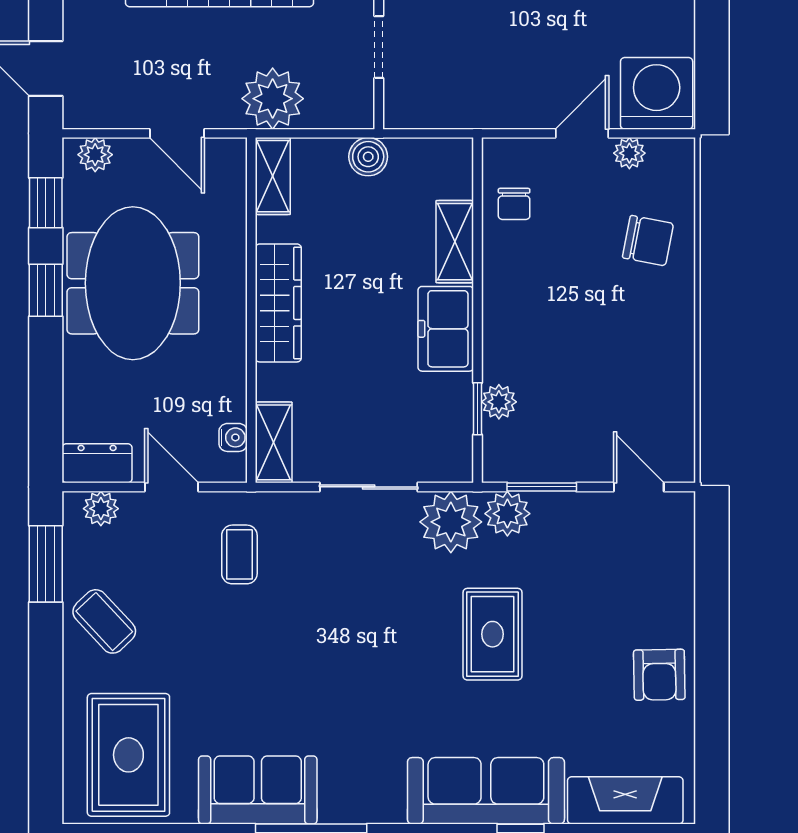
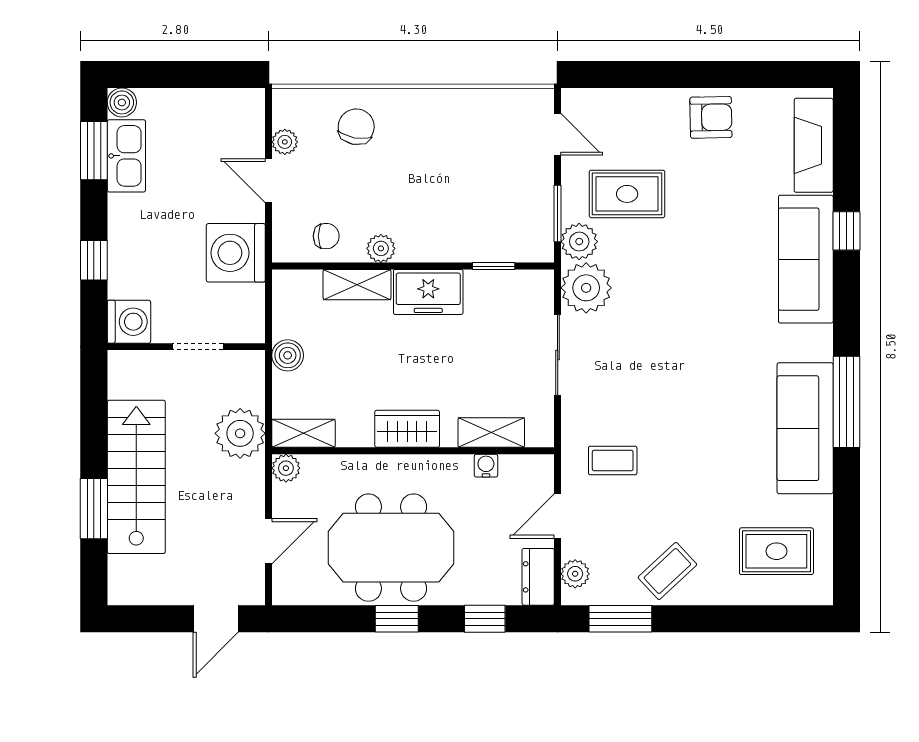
washing machine: (657, 93) -> (236, 253), moved
door: (177, 133) -> (269, 541), moved
plant: (95, 155) -> (286, 468), moved
window: (46, 203) -> (485, 619), moved
wardrobe: (278, 303) -> (407, 429), width x0.67
plant: (499, 402) -> (381, 248), moved
water cooler: (233, 437) -> (486, 466), moved
shelving: (274, 442) -> (491, 433), moved
door: (639, 487) -> (558, 134), swing flipped
rug: (492, 634) -> (627, 194), moved
rug: (128, 755) -> (776, 551), width x0.73, depth x0.70
sofa: (258, 790) -> (805, 428), width x1.36

